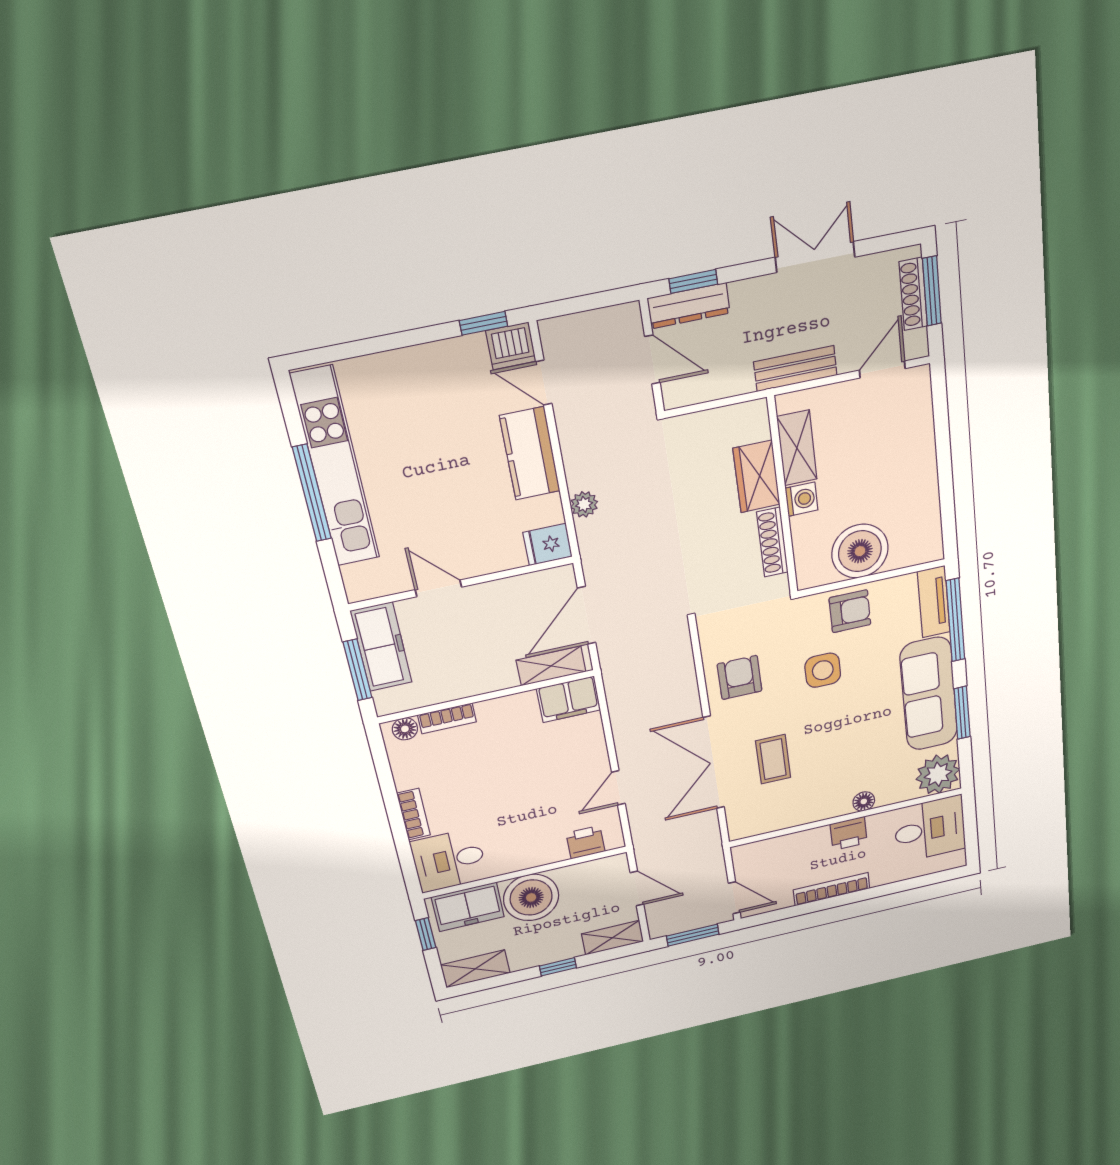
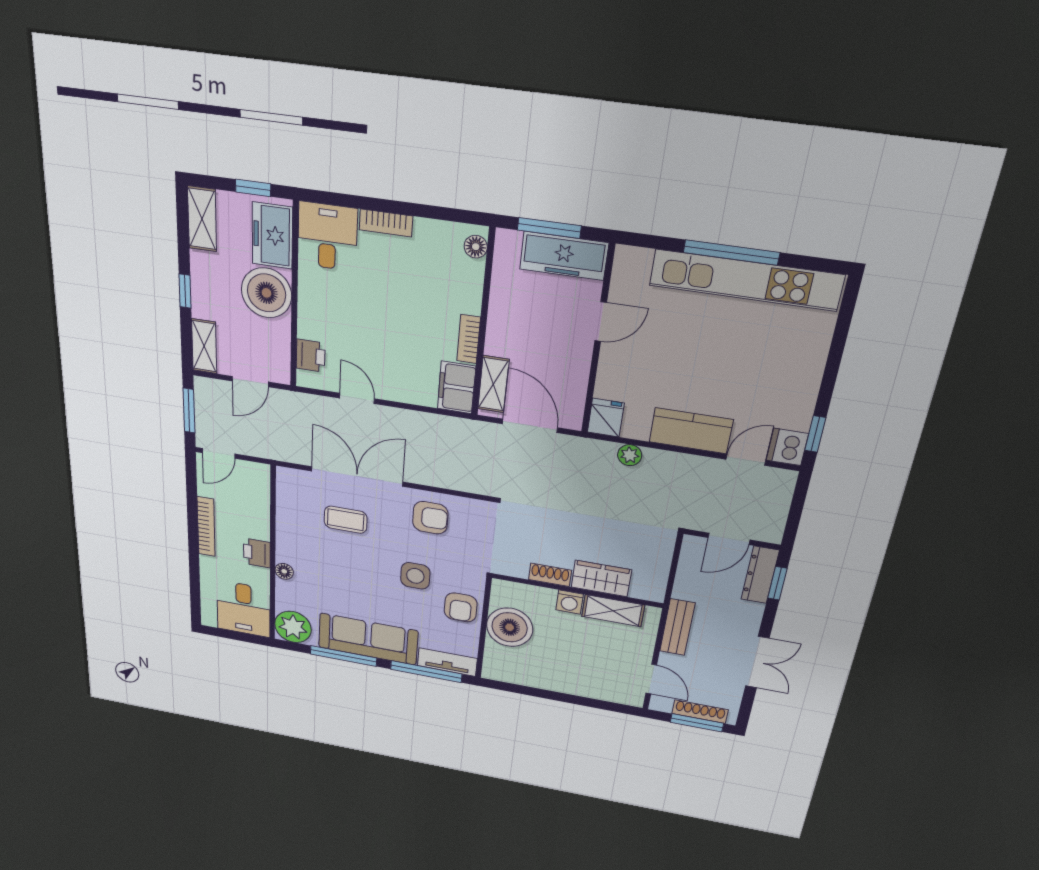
shoe rack: (772, 542) -> (550, 575), width x0.70
window: (962, 713) -> (343, 656), width x1.44
bookcase: (447, 718) -> (469, 339), moved

